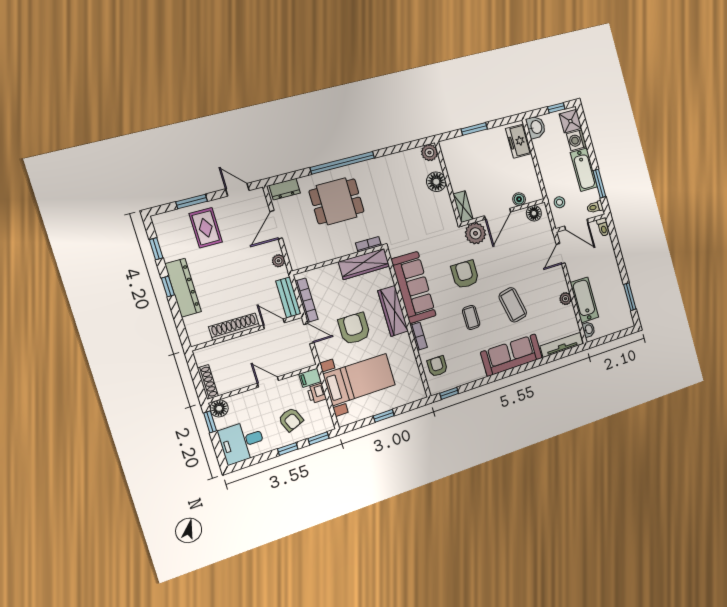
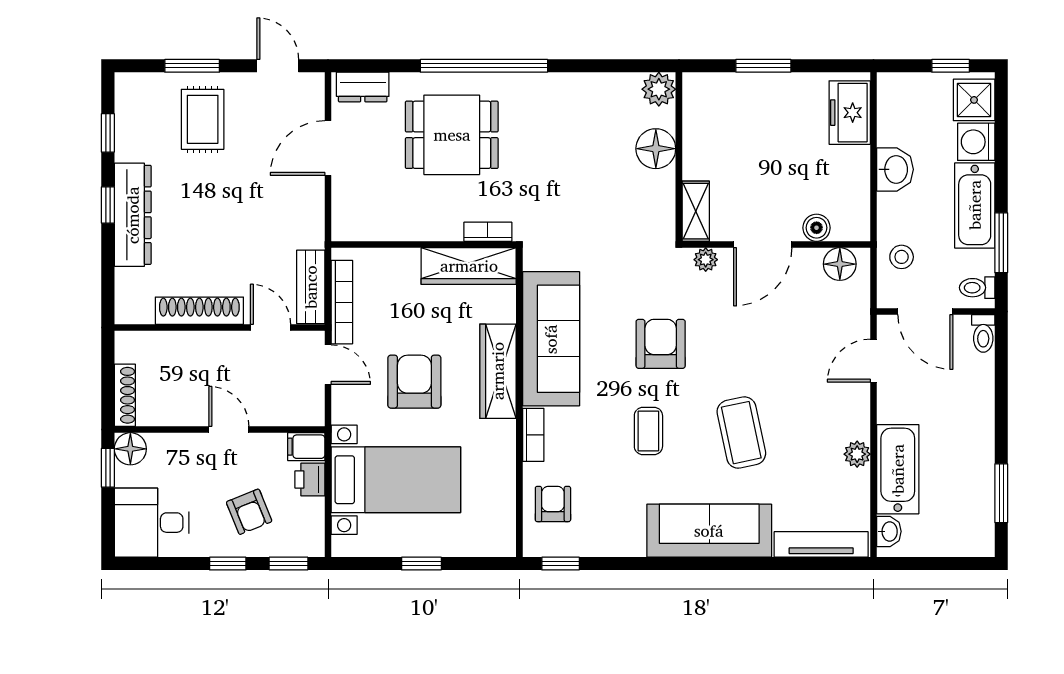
washbasin: (536, 127) -> (895, 169), moved
plant: (475, 233) -> (706, 260), width x0.53, depth x0.53
plant: (278, 261) -> (313, 215), removed

